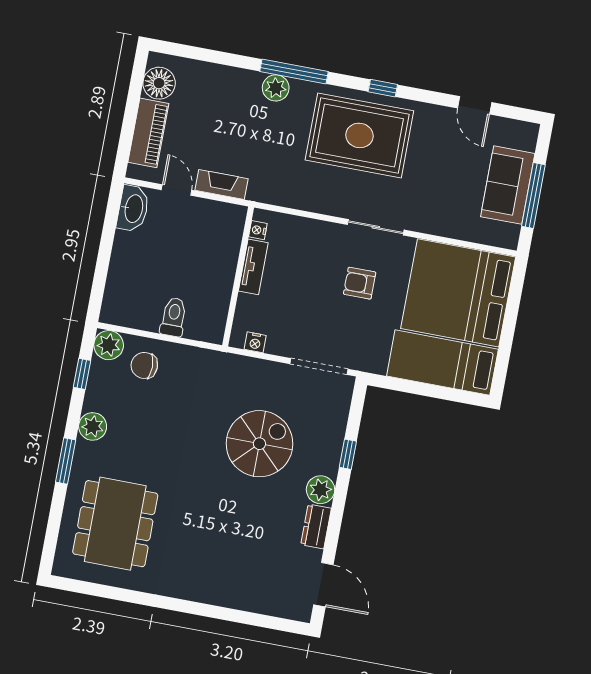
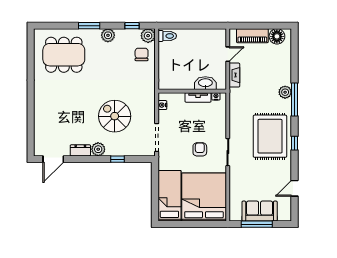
washbasin: (133, 209) -> (205, 83), moved, turned 180
toilet: (174, 317) -> (167, 36), moved
spiral stairs: (259, 444) -> (115, 116), turned 180

